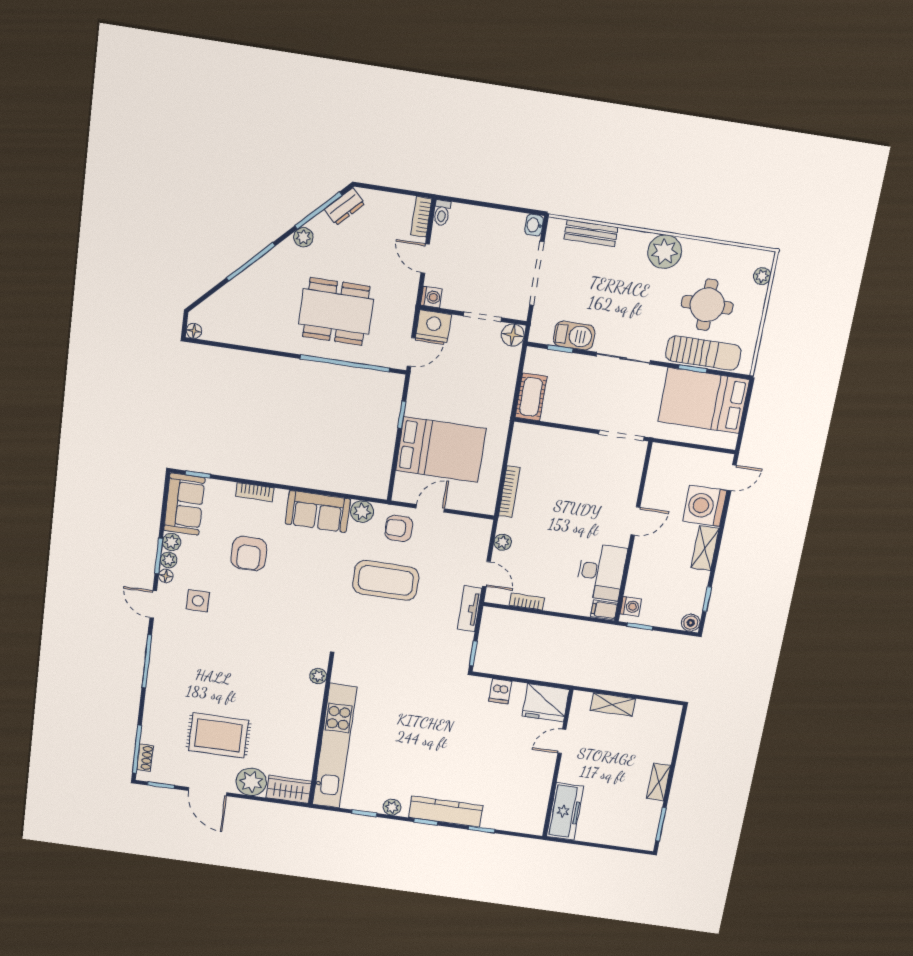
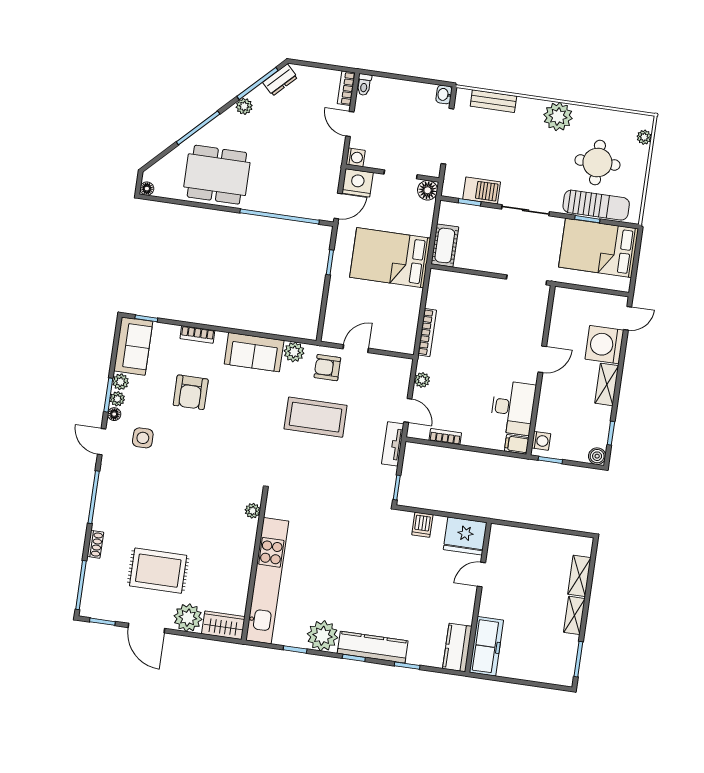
dining table: (336, 312) -> (217, 175), moved
bed: (441, 450) -> (390, 258), moved, turned 180
shelving: (613, 705) -> (579, 576), moved, turned 90
shoe rack: (145, 758) -> (95, 544), moved
plant: (392, 807) -> (322, 636), width x1.87, depth x1.87
kitchen counter: (534, 812) -> (457, 648), added

